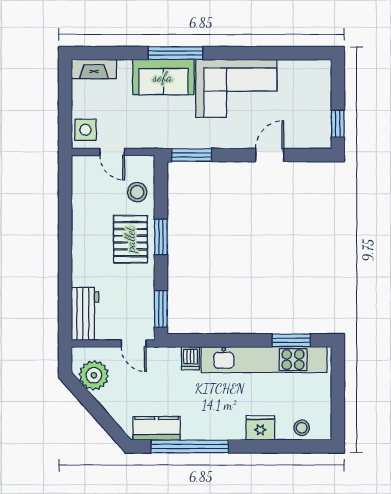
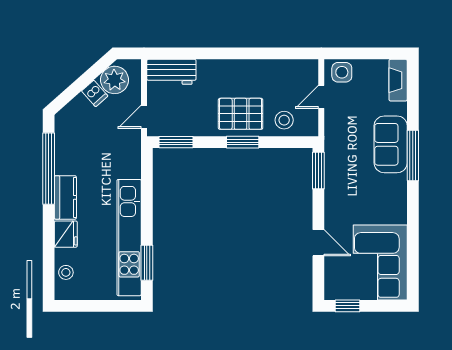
corner sofa: (236, 88) -> (380, 262), moved
dishwasher: (190, 358) -> (95, 93), moved, turned -132
kitchen counter: (157, 428) -> (65, 197), moved

